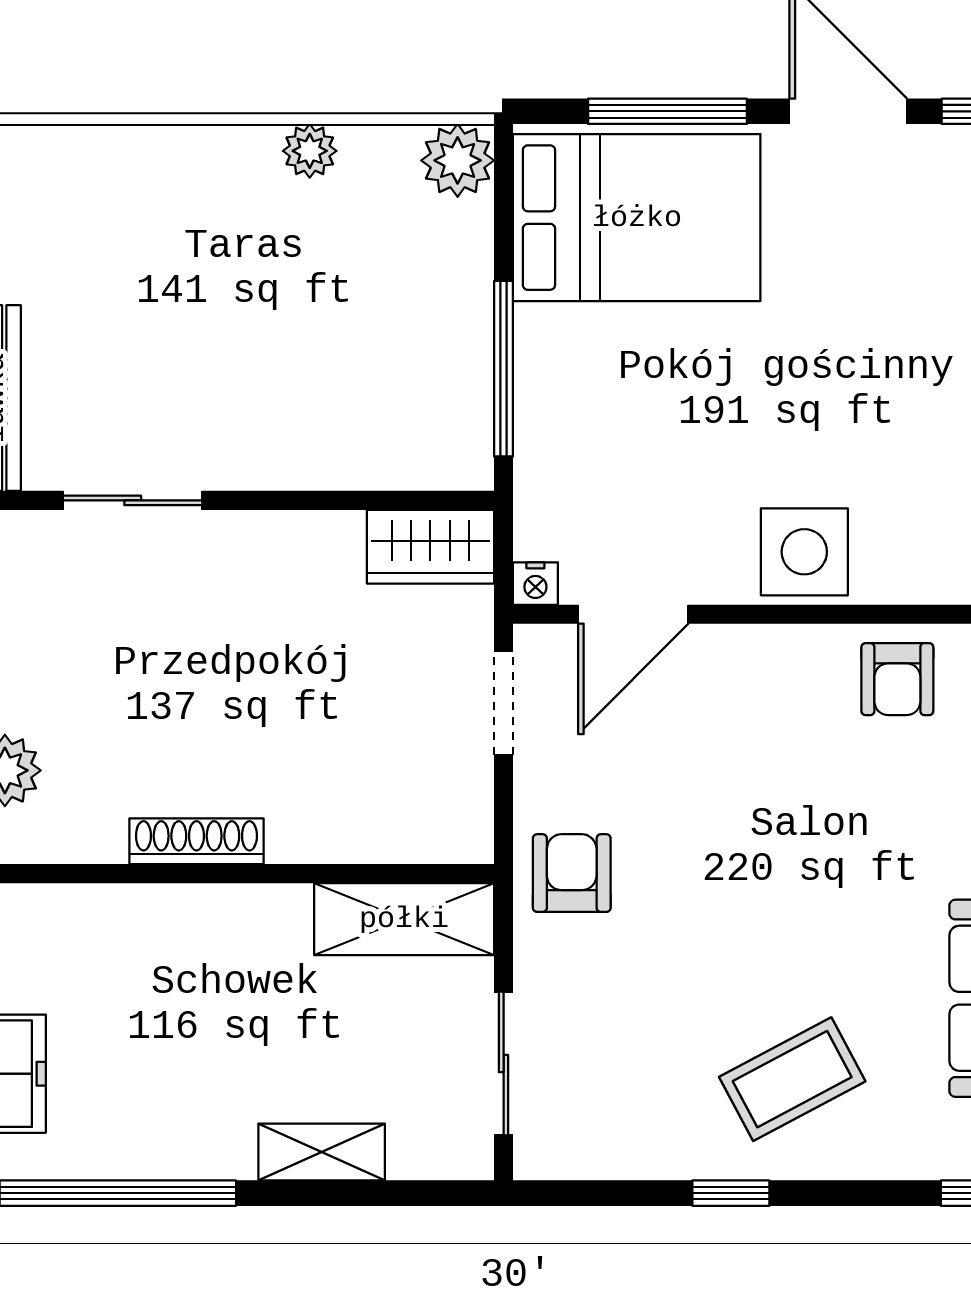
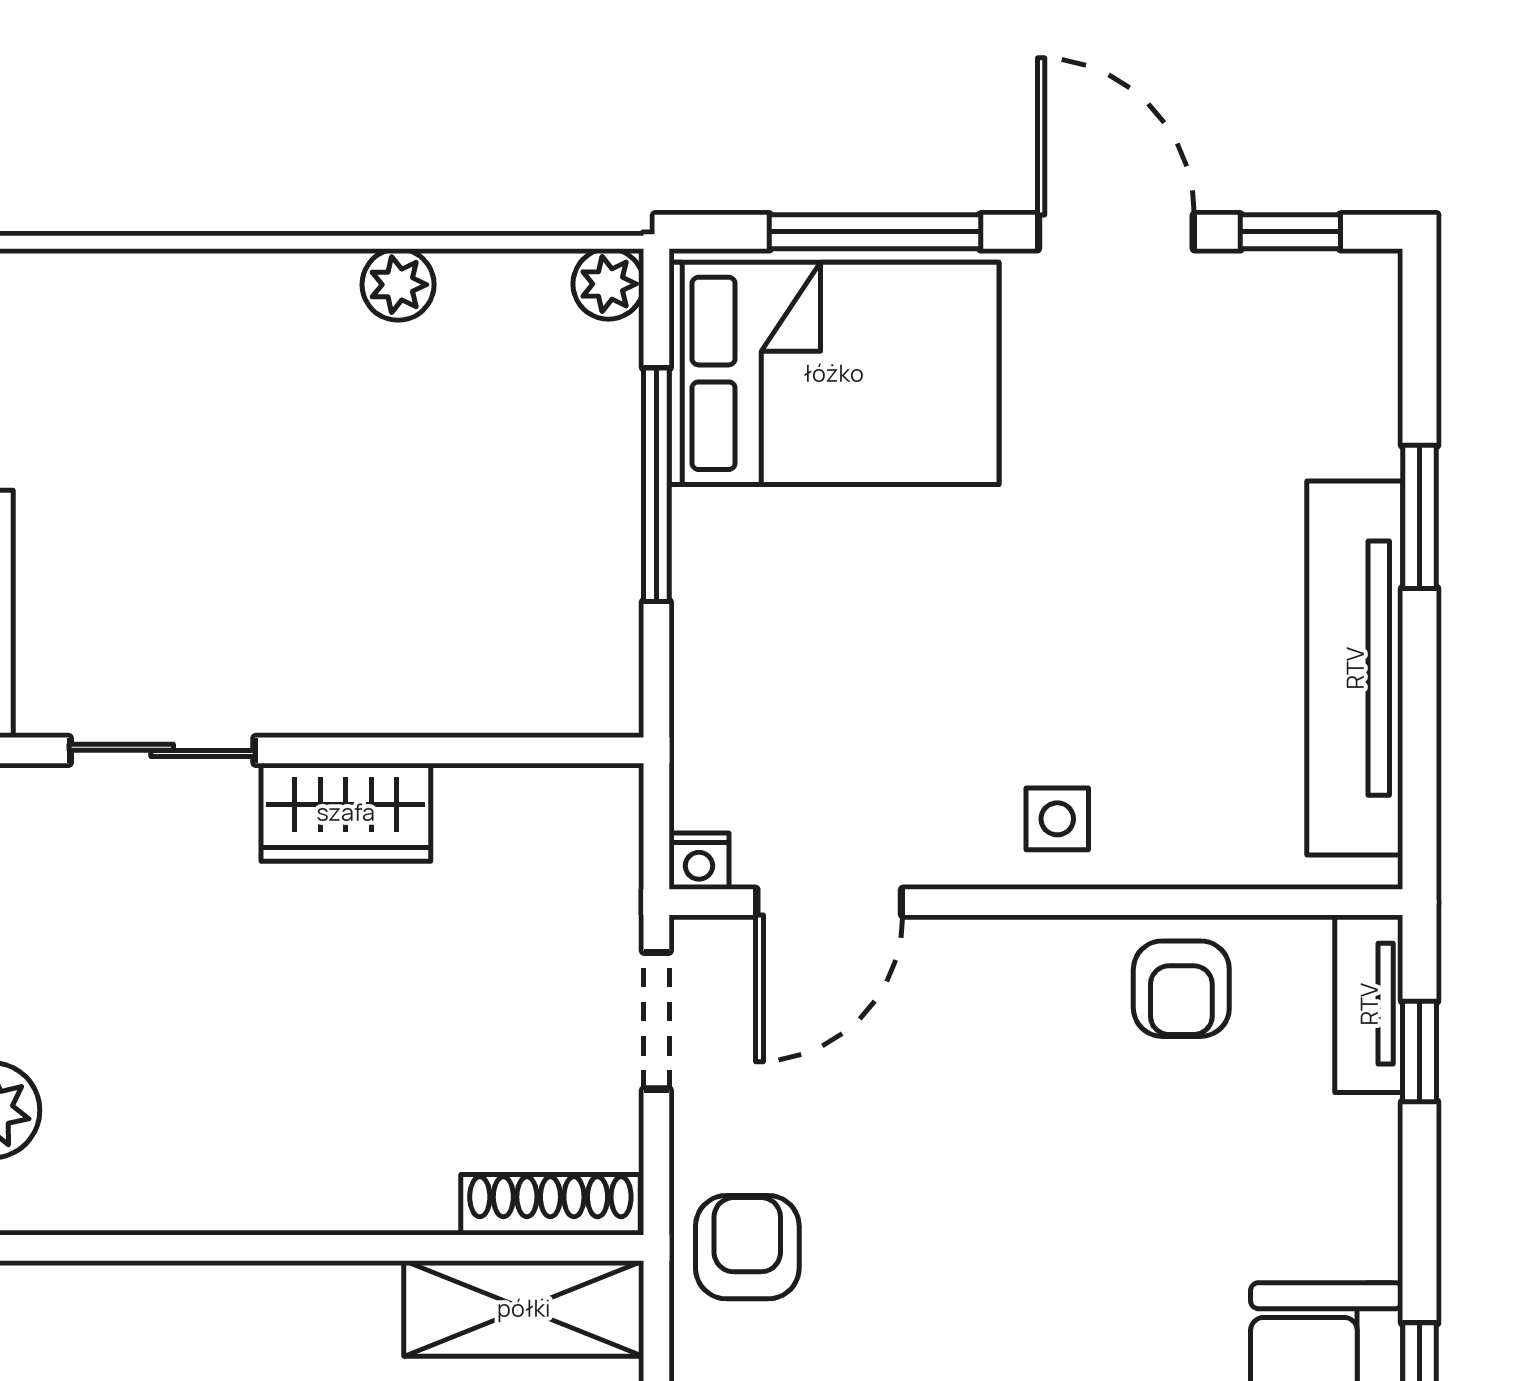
plant: (458, 160) -> (608, 284), width x0.73, depth x0.73
window: (504, 369) -> (656, 485), moved
wardrobe: (430, 547) -> (346, 812), moved
side table: (804, 552) -> (1057, 819), width x0.54, depth x0.54
shoe rack: (196, 841) -> (550, 1205), moved

